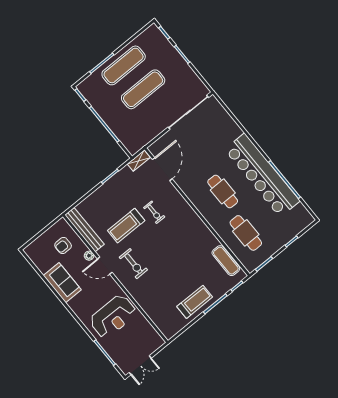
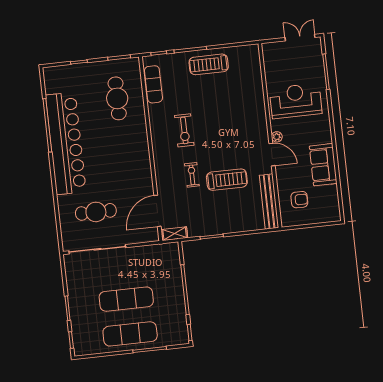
cafe table: (223, 191) -> (96, 212), moved, turned 90
plant: (89, 256) -> (277, 137), moved
exercise bike: (133, 264) -> (184, 130), moved, turned 180

